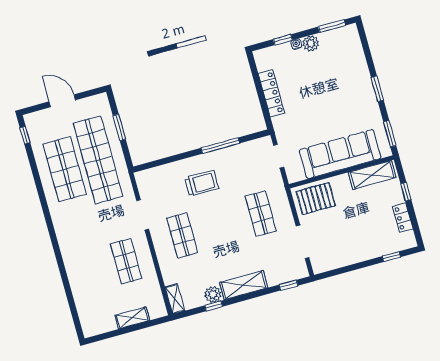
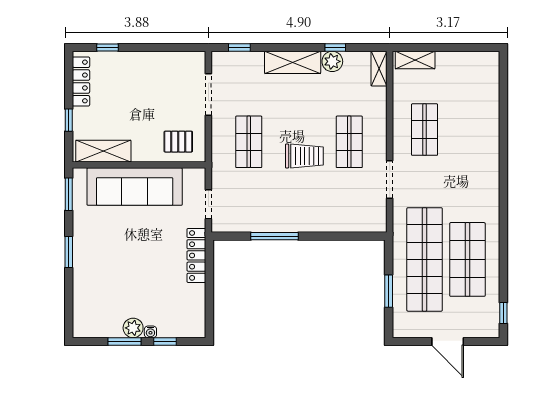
window: (332, 26) -> (124, 342), moved
locker: (271, 93) -> (196, 255), moved
trolley: (202, 183) -> (304, 156), moved, turned 180
pallet: (316, 199) -> (178, 142), width x0.67, depth x0.71
locker: (403, 217) -> (81, 81), width x1.53
shelving: (132, 318) -> (415, 60), moved

